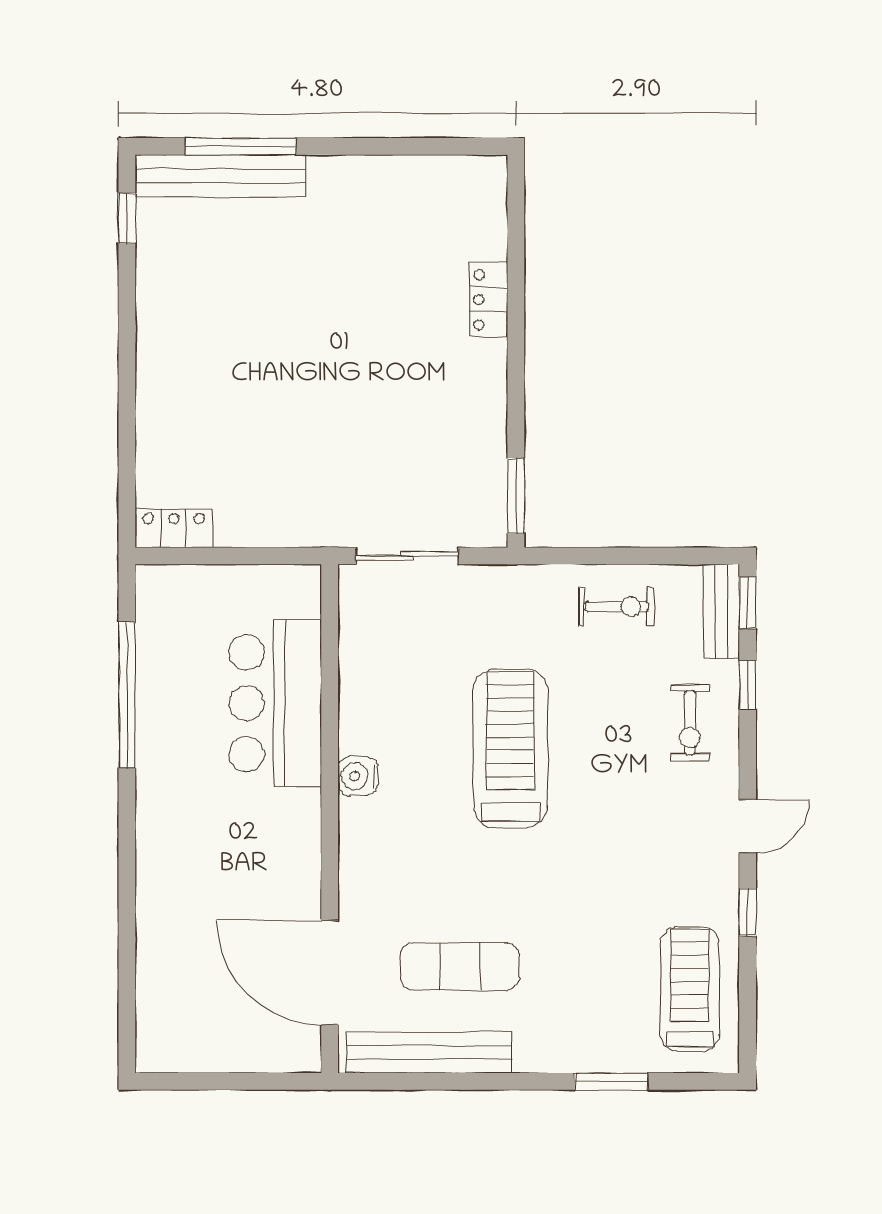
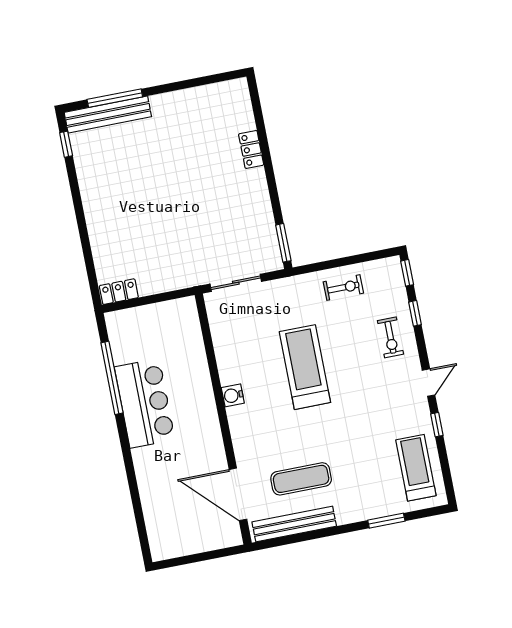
bench: (721, 611) -> (395, 280), removed
bar counter: (275, 703) -> (145, 403), moved, turned 180

